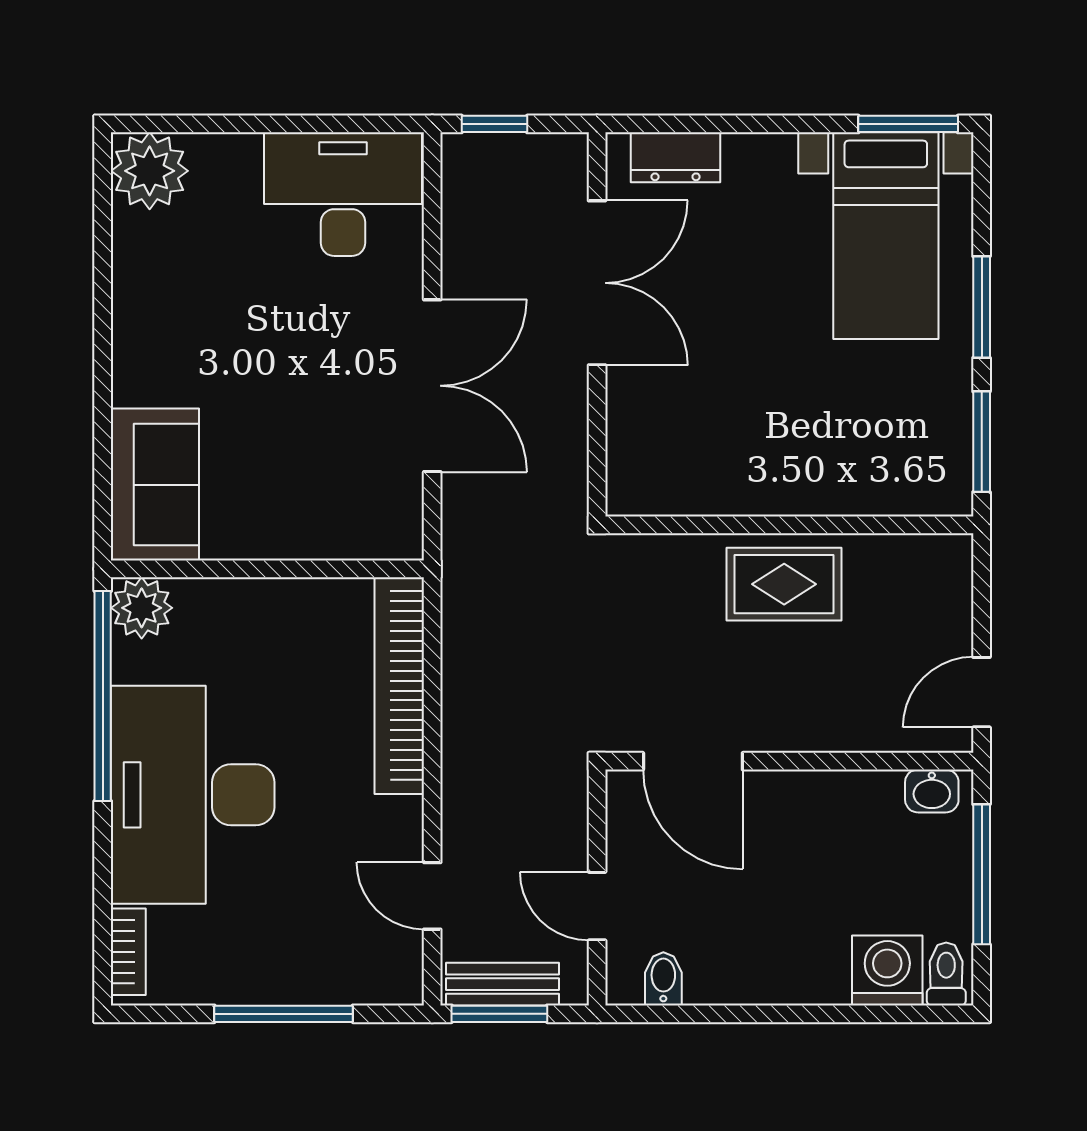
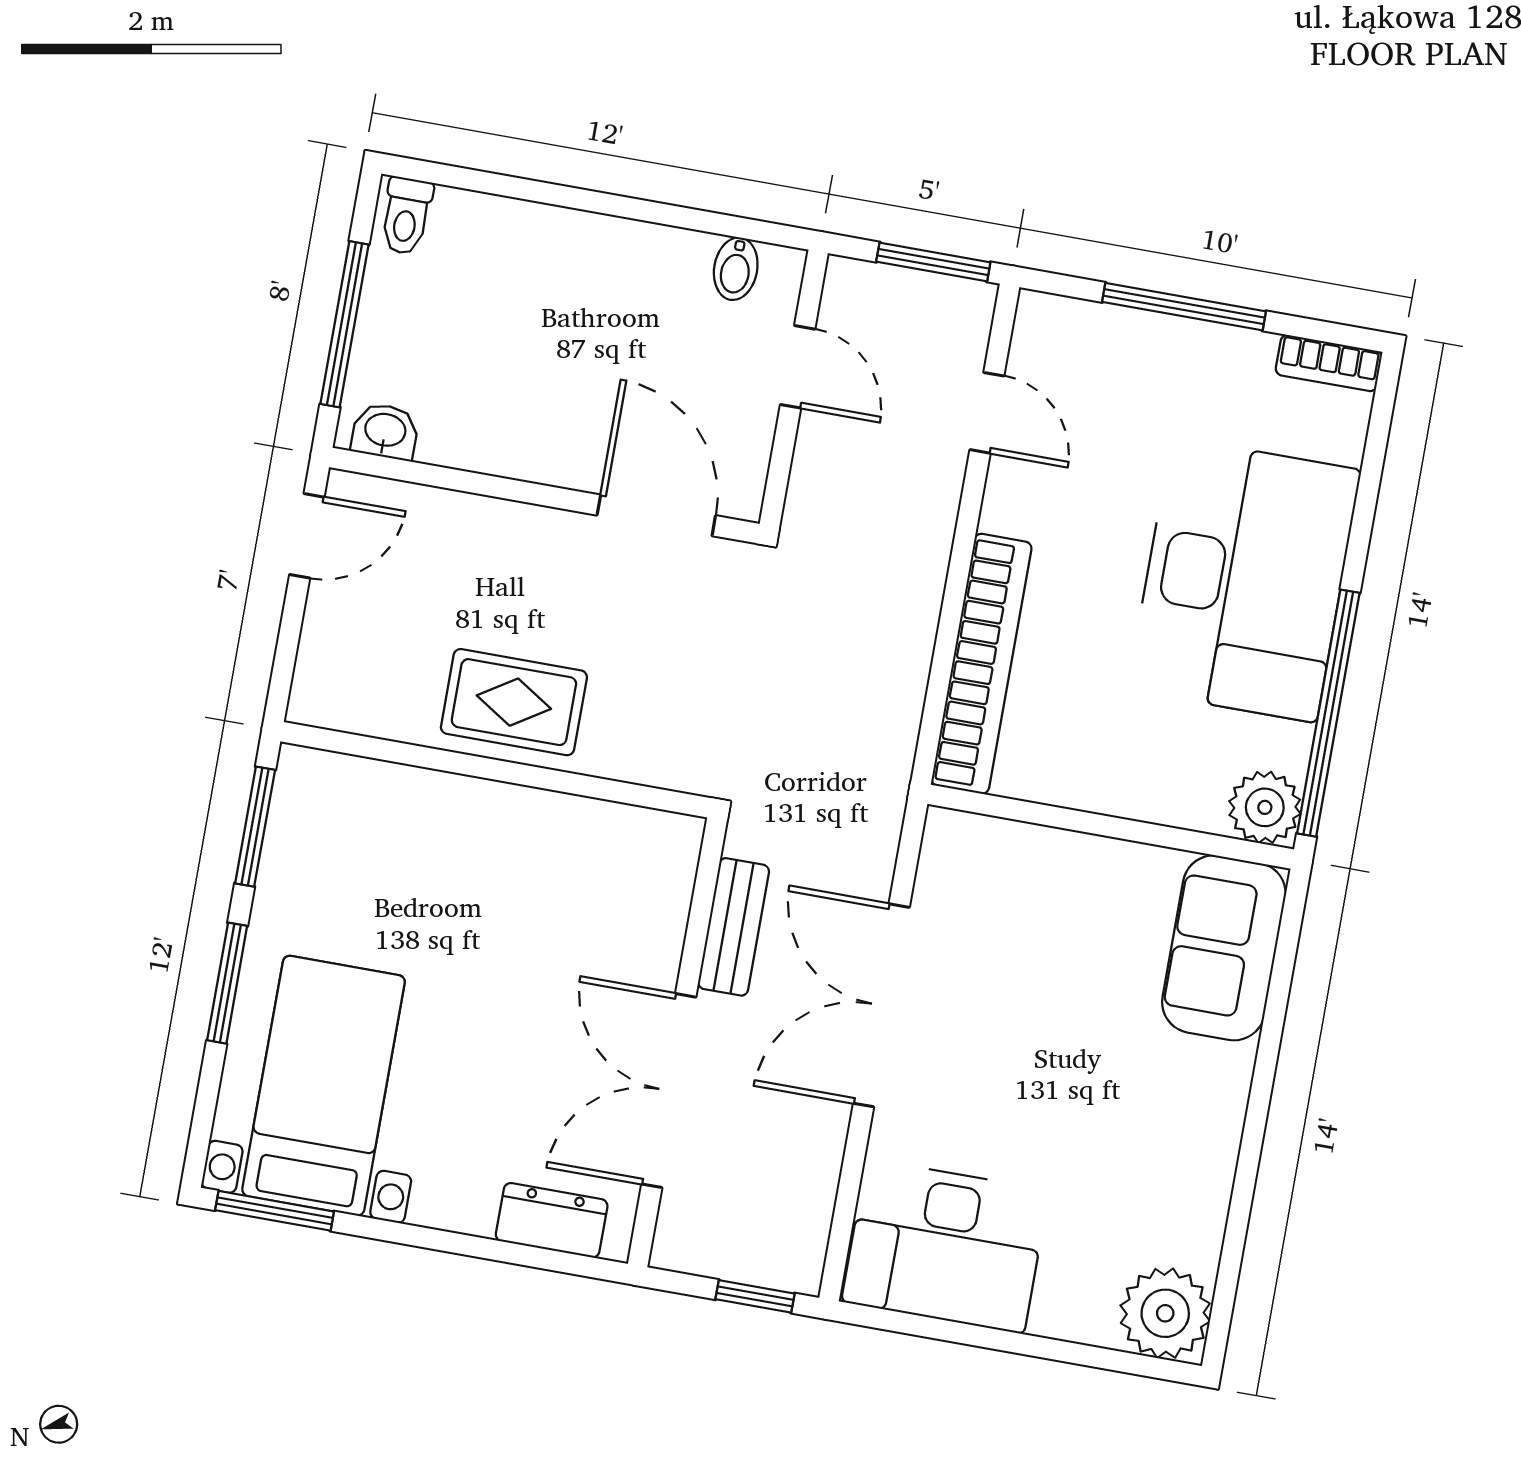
bookcase: (128, 952) -> (1329, 363), moved, turned -90
washing machine: (887, 970) -> (474, 232), removed
bench: (502, 984) -> (734, 927), moved, turned 90

